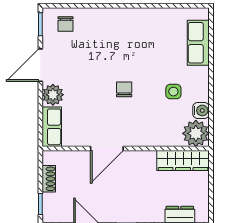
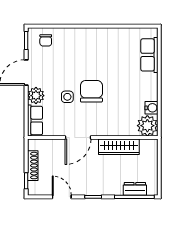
chair: (124, 89) -> (91, 91), width x1.87, depth x1.87
side table: (173, 92) -> (67, 97), moved
wardrobe: (183, 161) -> (119, 147), moved
shoe rack: (49, 179) -> (33, 166), width x1.43

